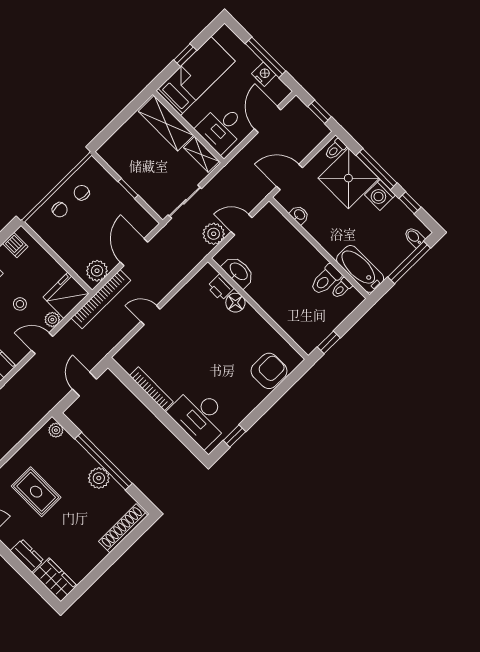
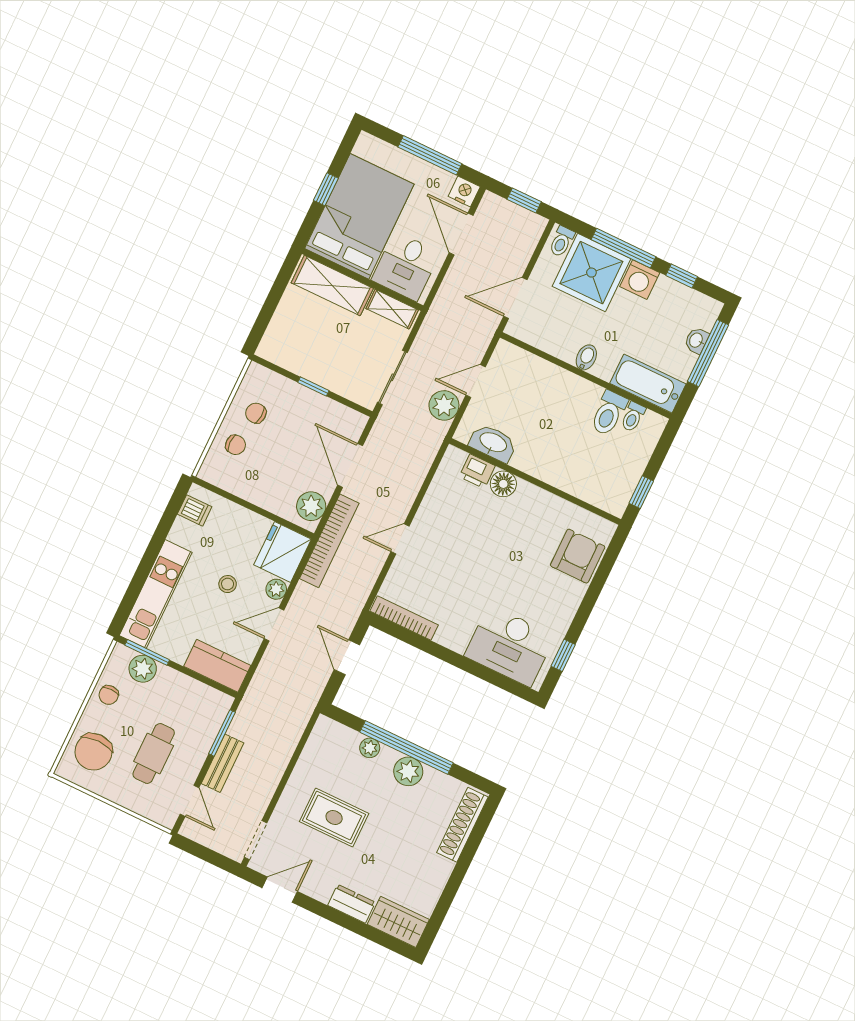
nightstand: (264, 74) -> (464, 192), moved
bed: (196, 76) -> (359, 216), width x1.50
washbasin: (299, 215) -> (696, 340), moved, turned -90
bidet: (414, 237) -> (586, 357), moved, turned 90
bookcase: (151, 389) -> (404, 618), moved
plant: (56, 430) -> (370, 748), moved

